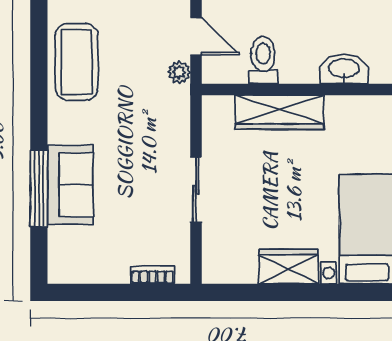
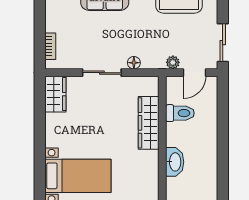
floor lamp: (180, 137) -> (134, 63), added
wardrobe: (289, 266) -> (55, 94), moved

